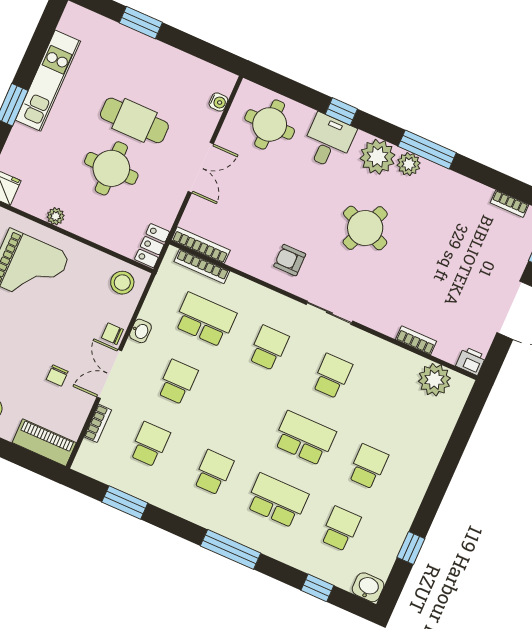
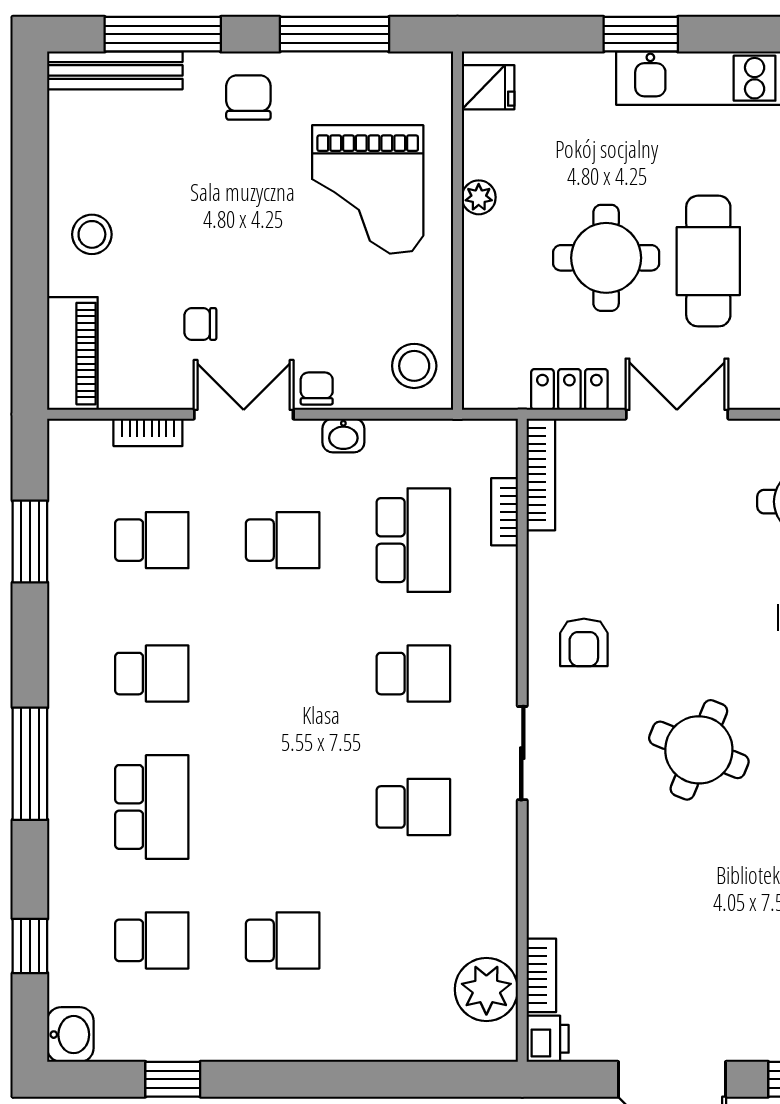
double door: (201, 168) -> (677, 414), swing flipped
locker: (152, 246) -> (569, 389), moved
armchair: (290, 260) -> (584, 642), turned 180
bookcase: (202, 266) -> (504, 512), width x0.64
bookcase: (416, 340) -> (541, 975), moved
school desk: (305, 438) -> (283, 807), removed

